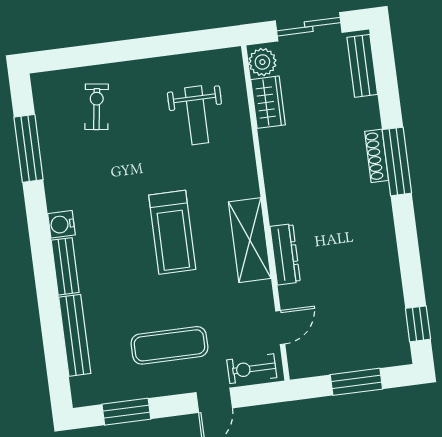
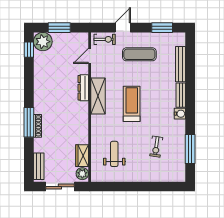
exercise bike: (97, 107) -> (156, 147), moved
plant: (389, 346) -> (43, 42), added

